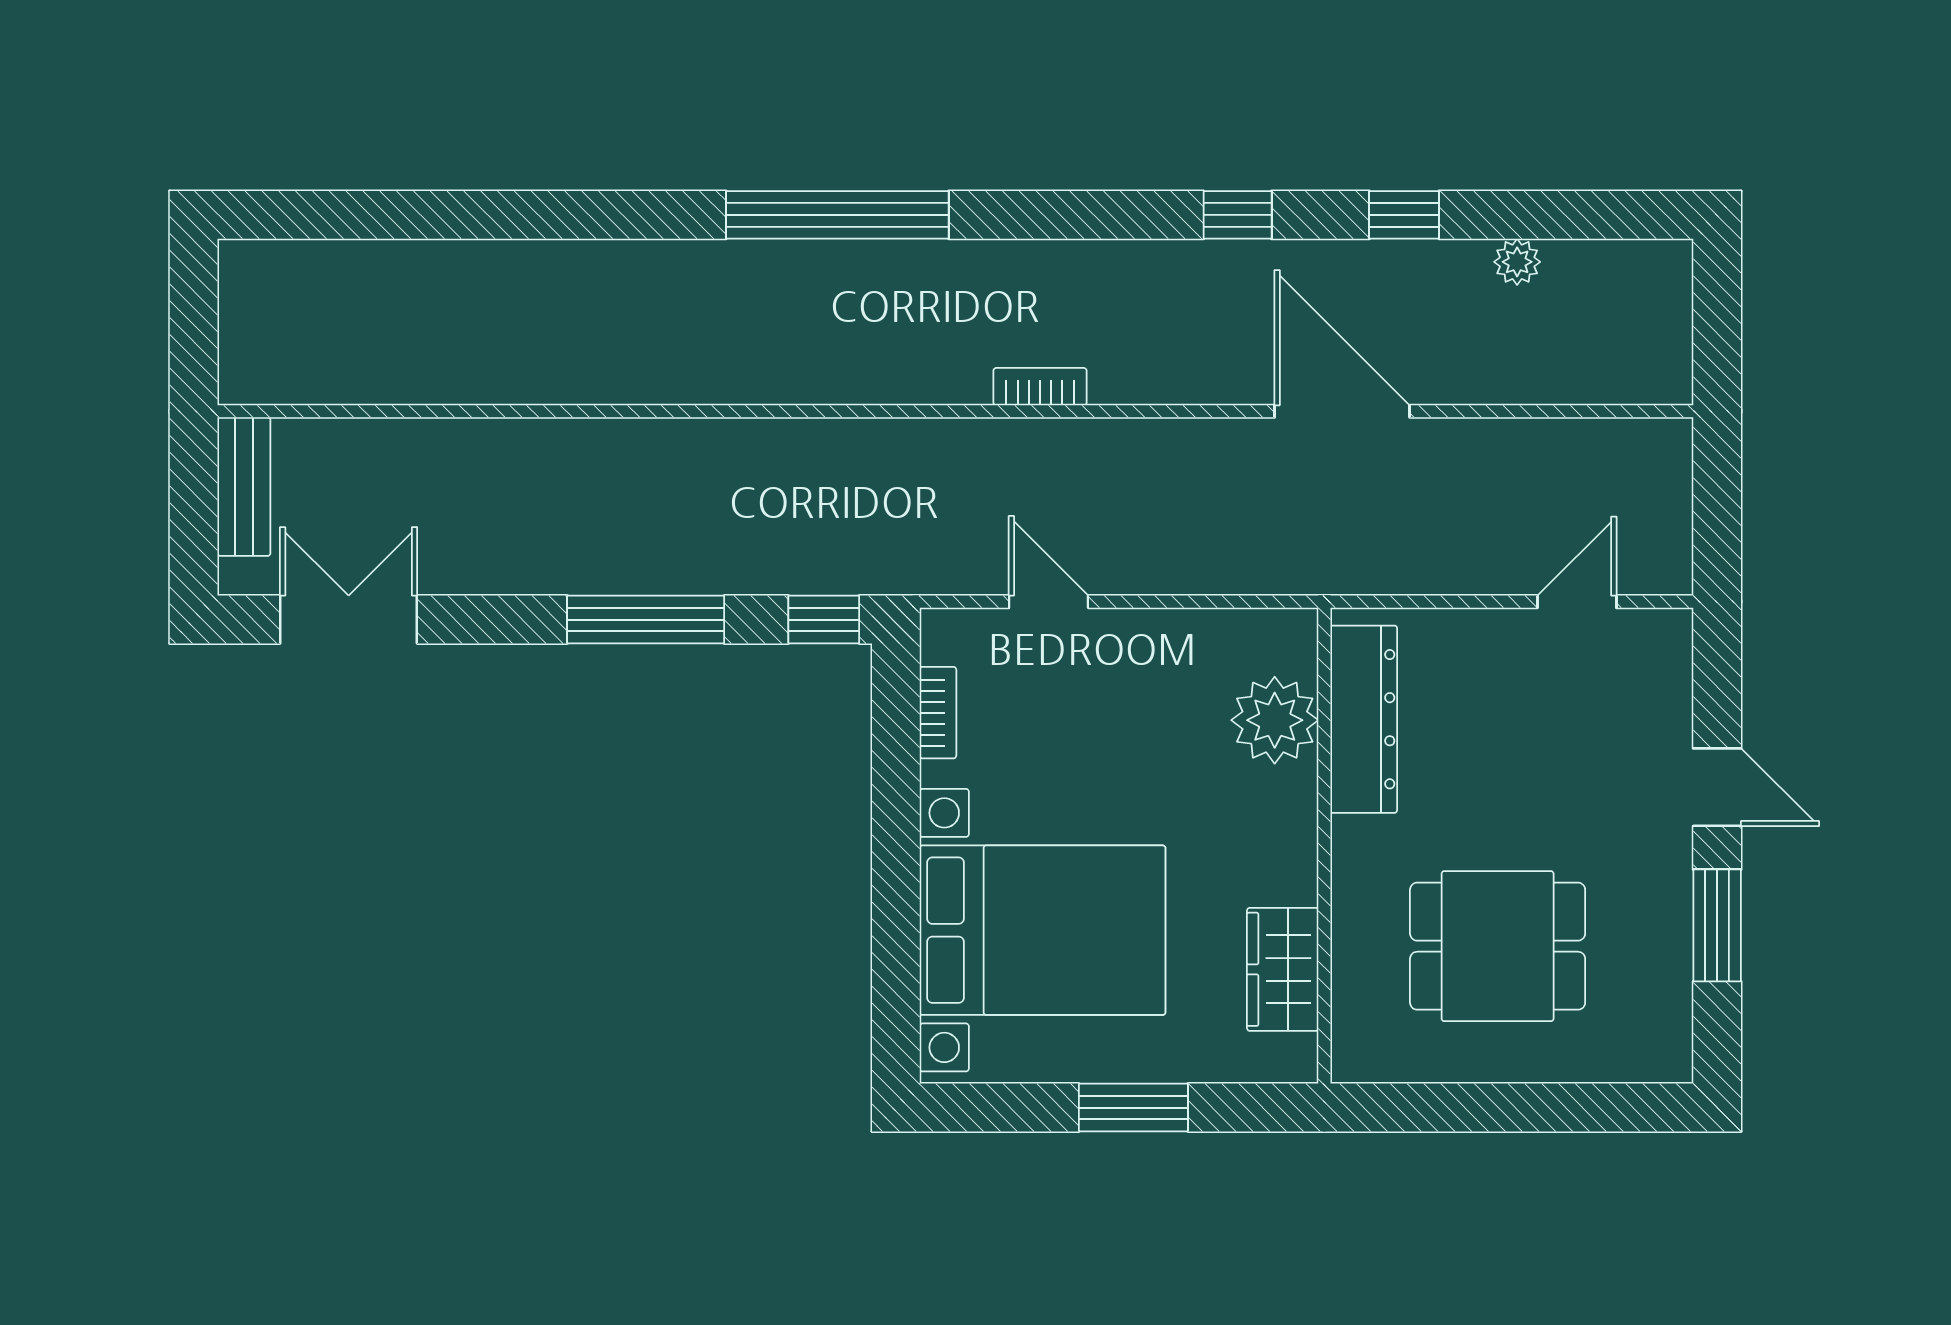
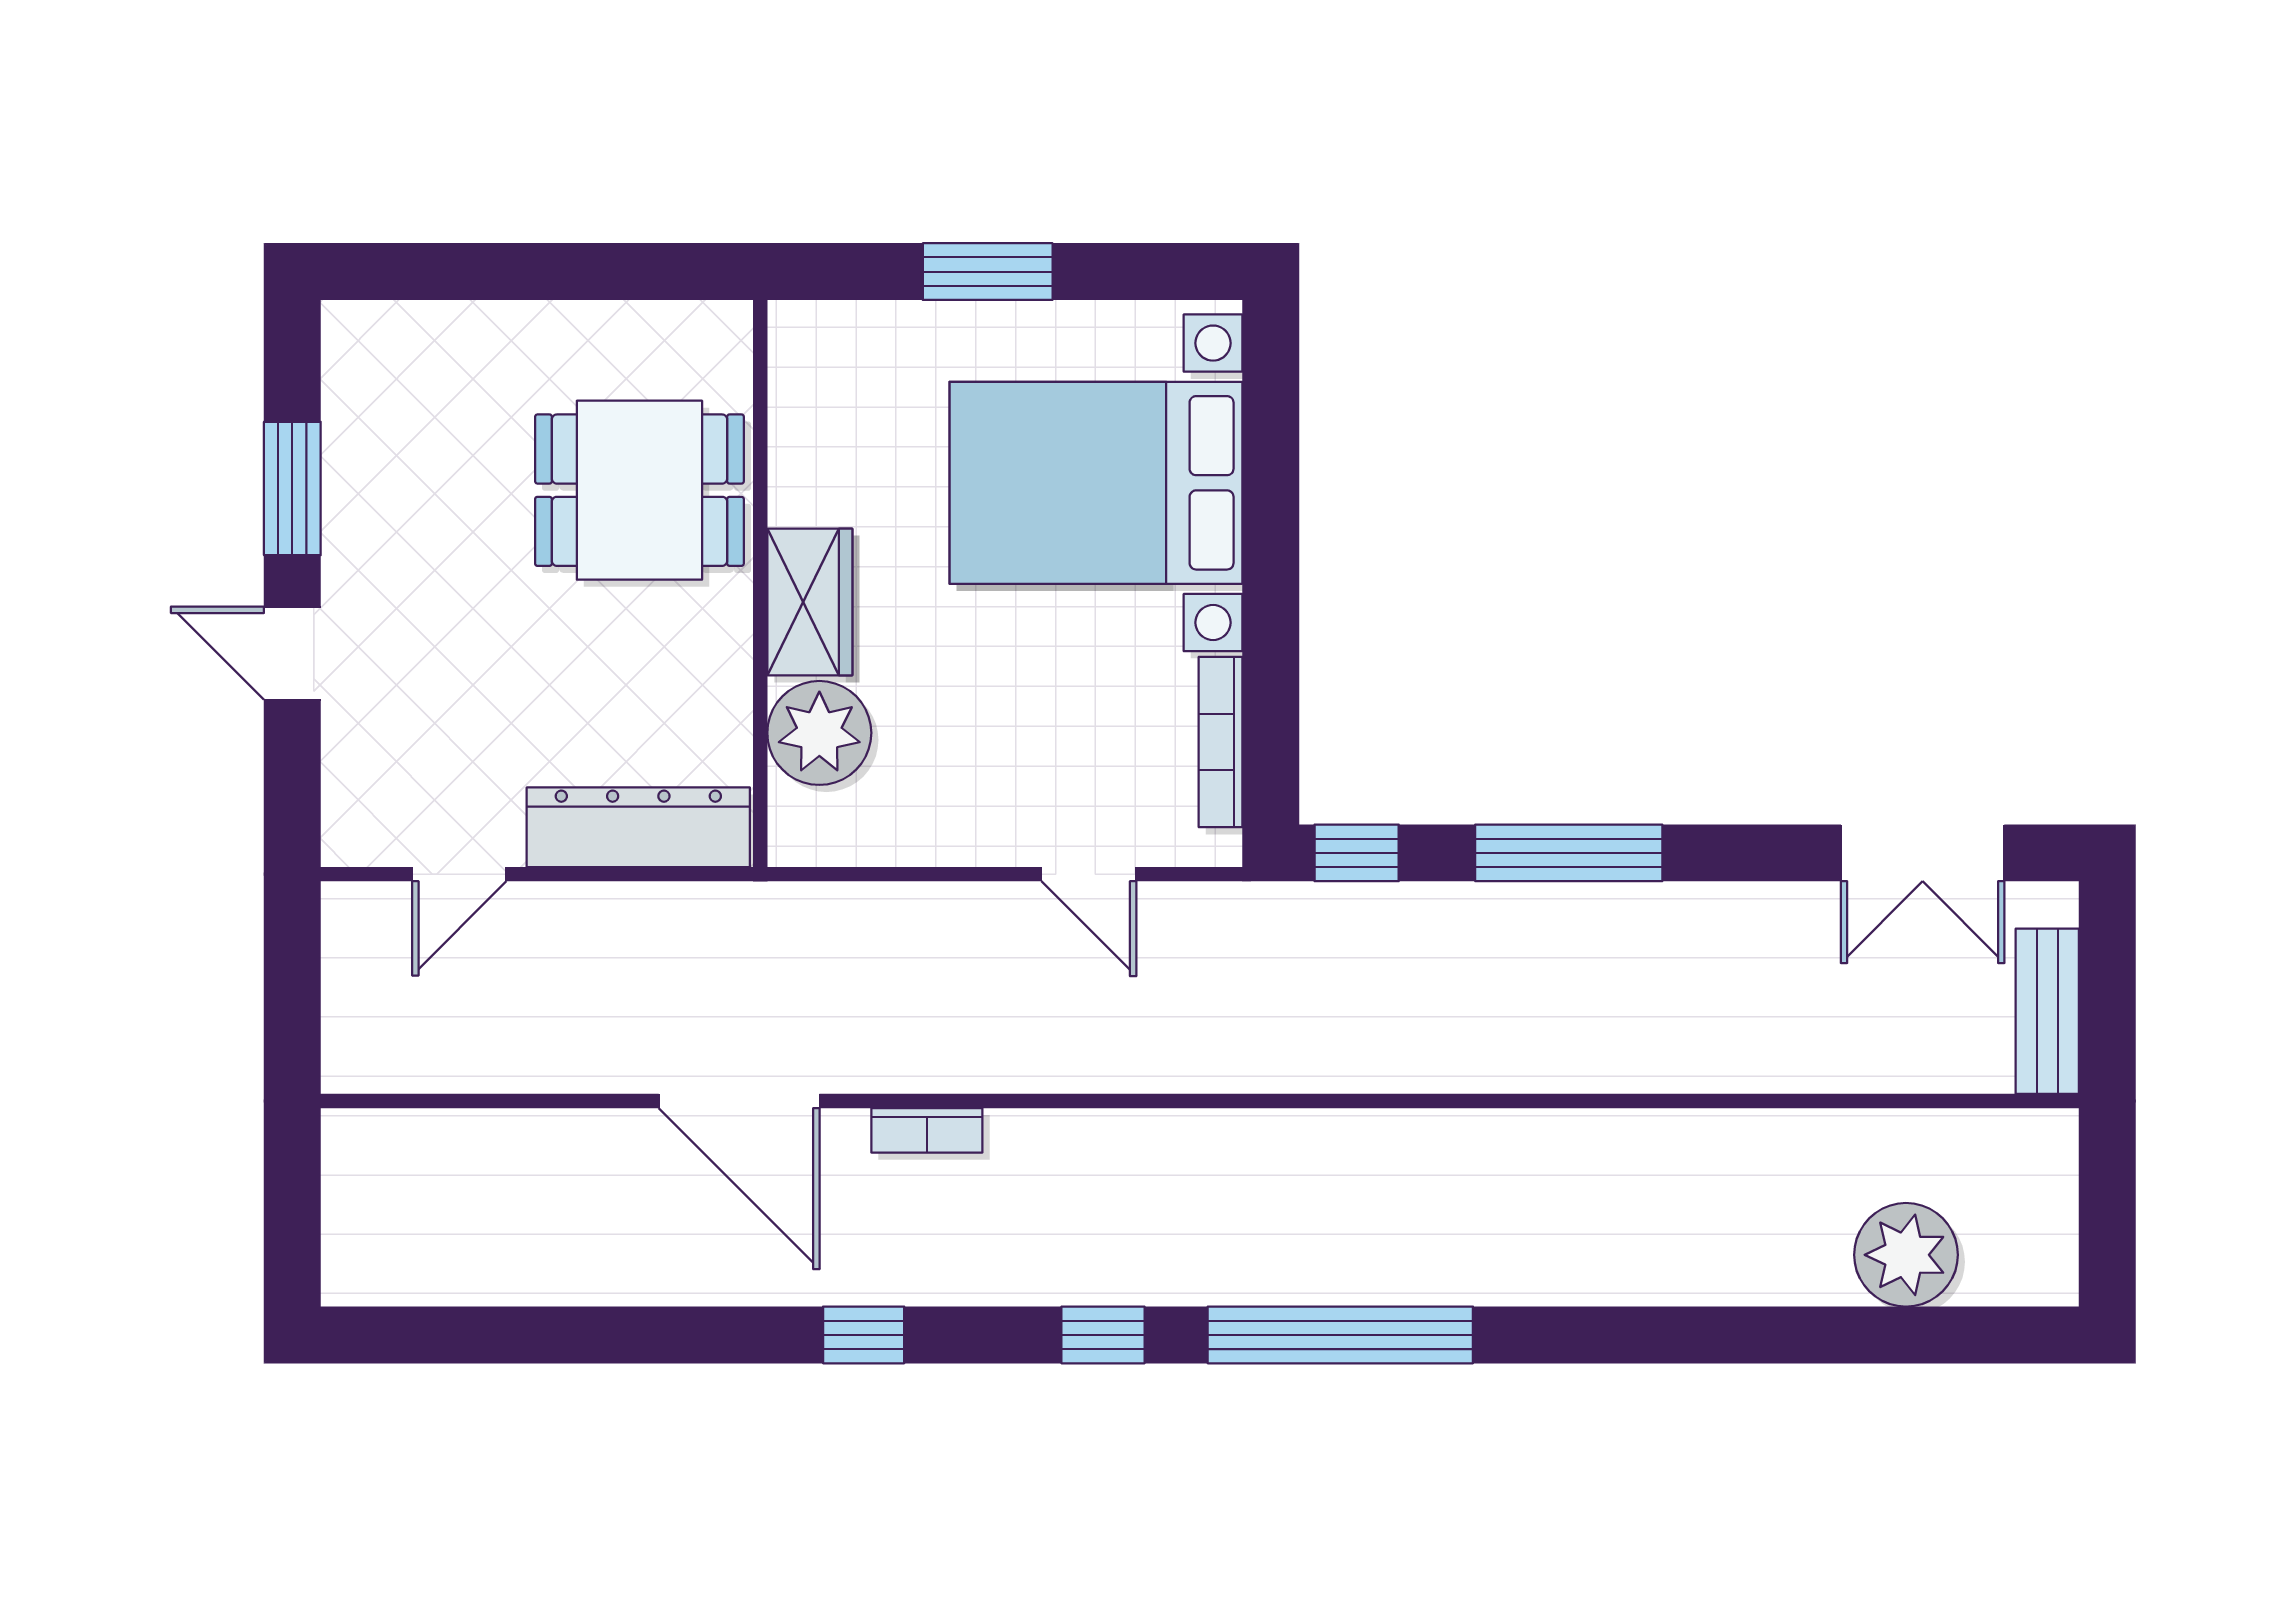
window: (1404, 215) -> (1103, 1335), moved
plant: (1517, 262) -> (1906, 1255), moved, width x1.88, depth x1.88
bookcase: (1040, 387) -> (927, 1130), moved
bookcase: (938, 713) -> (1220, 742), width x1.56
dresser: (1364, 719) -> (638, 827), moved, turned 90
dining table: (1498, 946) -> (639, 490), moved
wardrobe: (1283, 969) -> (810, 602), moved

